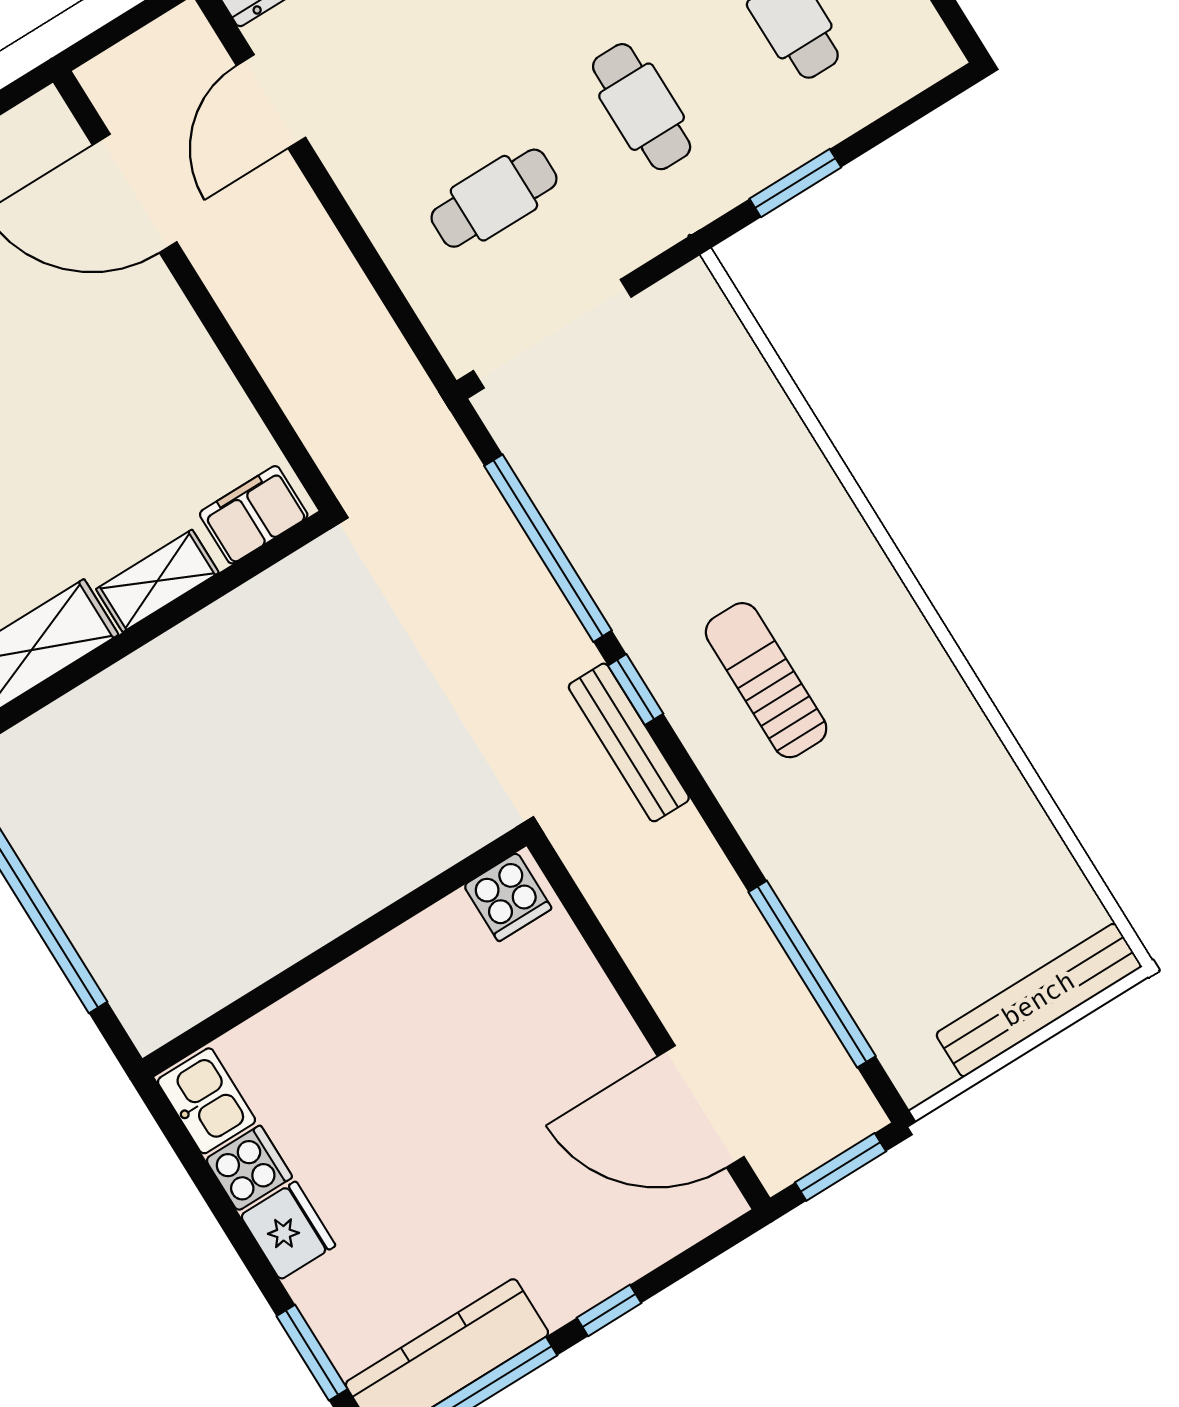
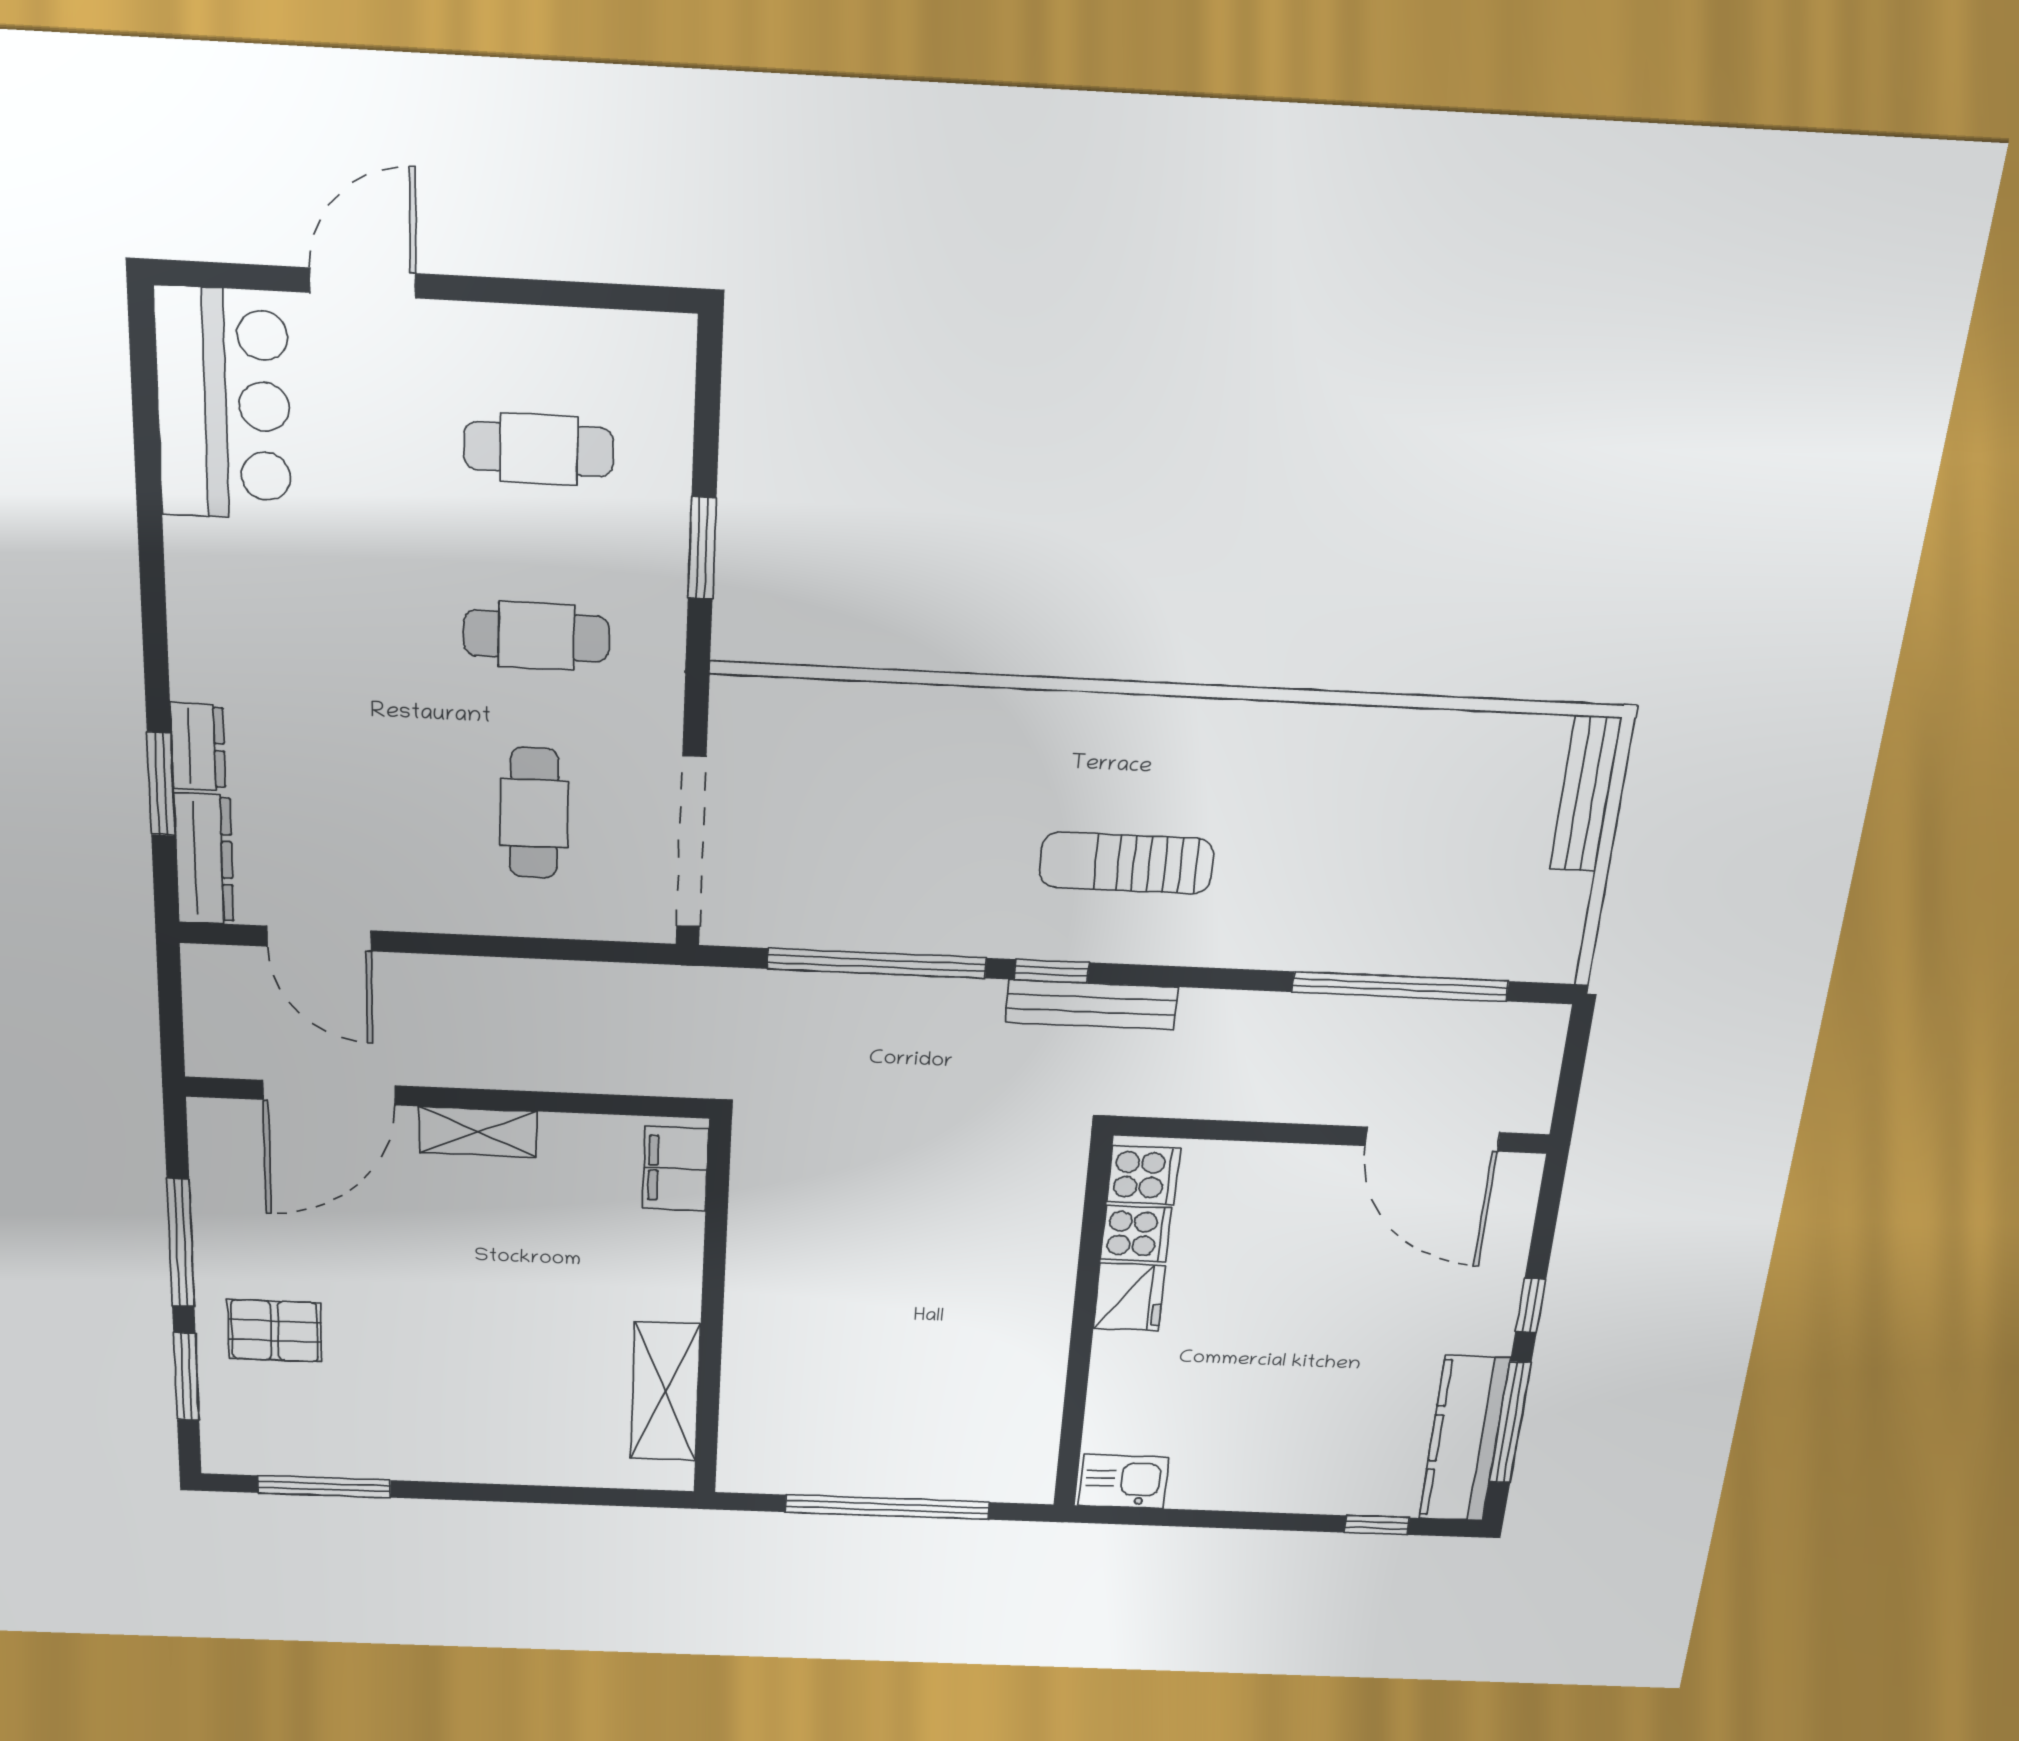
shelving: (157, 581) -> (478, 1132), moved, turned 90
bench: (1039, 1000) -> (1586, 794), width x0.73, depth x0.82
door: (701, 1106) -> (1433, 1139), hinge flipped
window: (840, 1167) -> (1573, 1066), removed
cooker: (249, 1168) -> (1136, 1234), moved, turned 90
fridge: (288, 1231) -> (1129, 1297), moved, turned 90
window: (312, 1353) -> (1377, 1525), width x0.67

